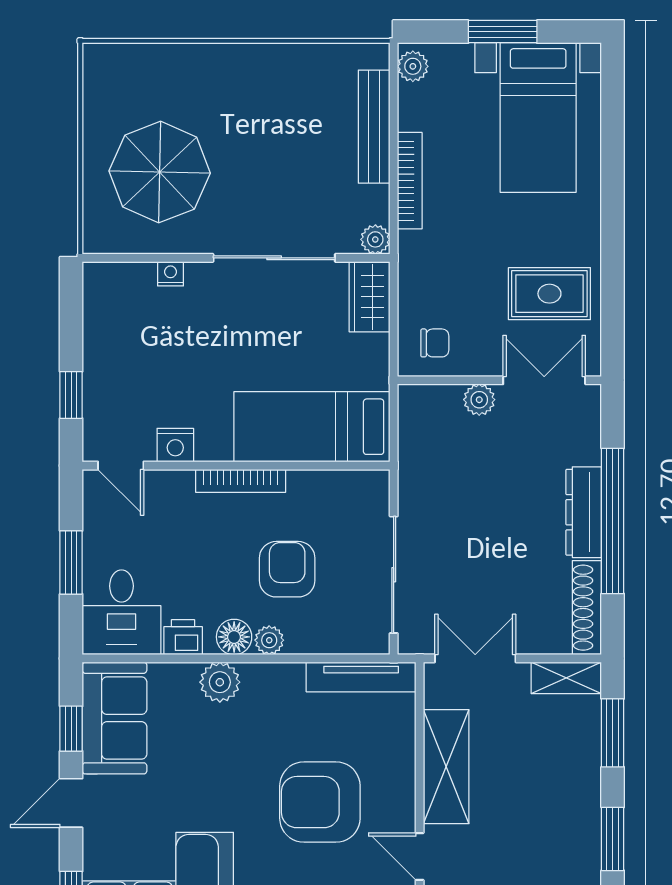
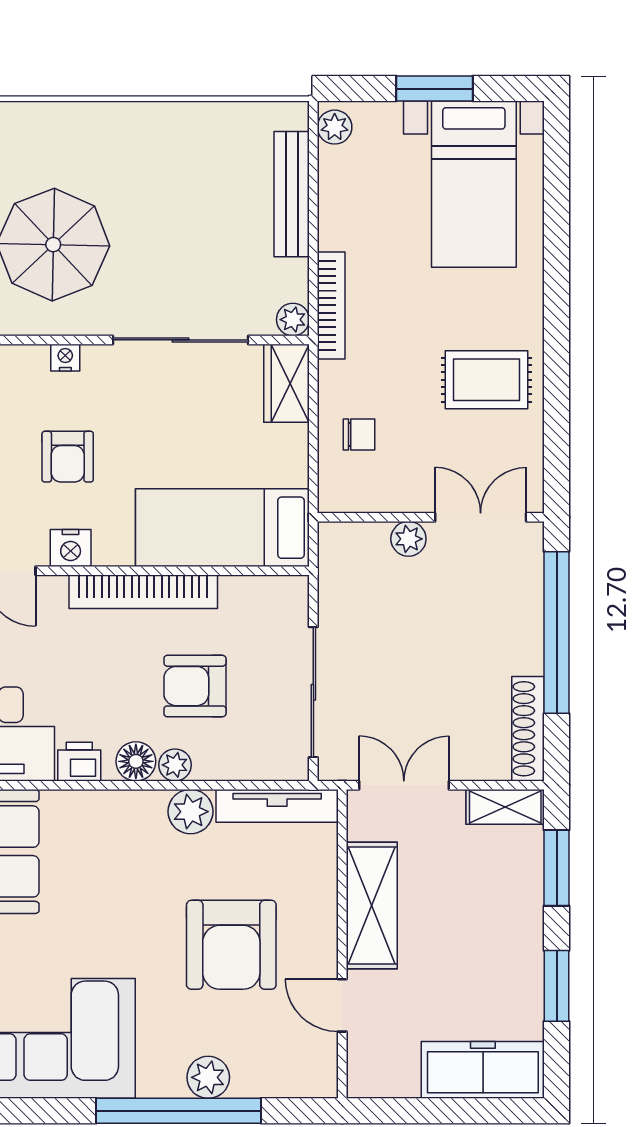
bookcase: (410, 181) -> (331, 305), moved
armchair: (173, 363) -> (68, 457), added
wall: (499, 380) -> (431, 517), moved
double door: (544, 380) -> (481, 517), moved
plant: (479, 400) -> (408, 539), moved
bookcase: (241, 481) -> (143, 592), width x1.48, depth x1.31
dresser: (584, 512) -> (524, 623), removed
armchair: (287, 569) -> (195, 686), turned -90
plant: (220, 682) -> (191, 812), moved
armchair: (320, 802) -> (231, 945), turned -90

